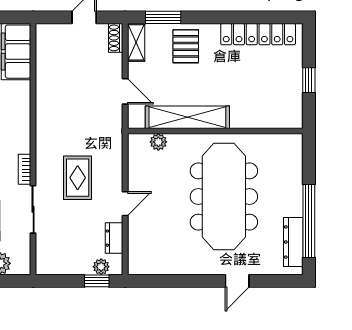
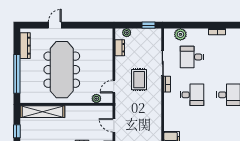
shelving: (187, 117) -> (43, 112), moved
door: (125, 204) -> (114, 87), moved
window: (309, 221) -> (17, 74), moved
window: (97, 281) -> (148, 25), moved

